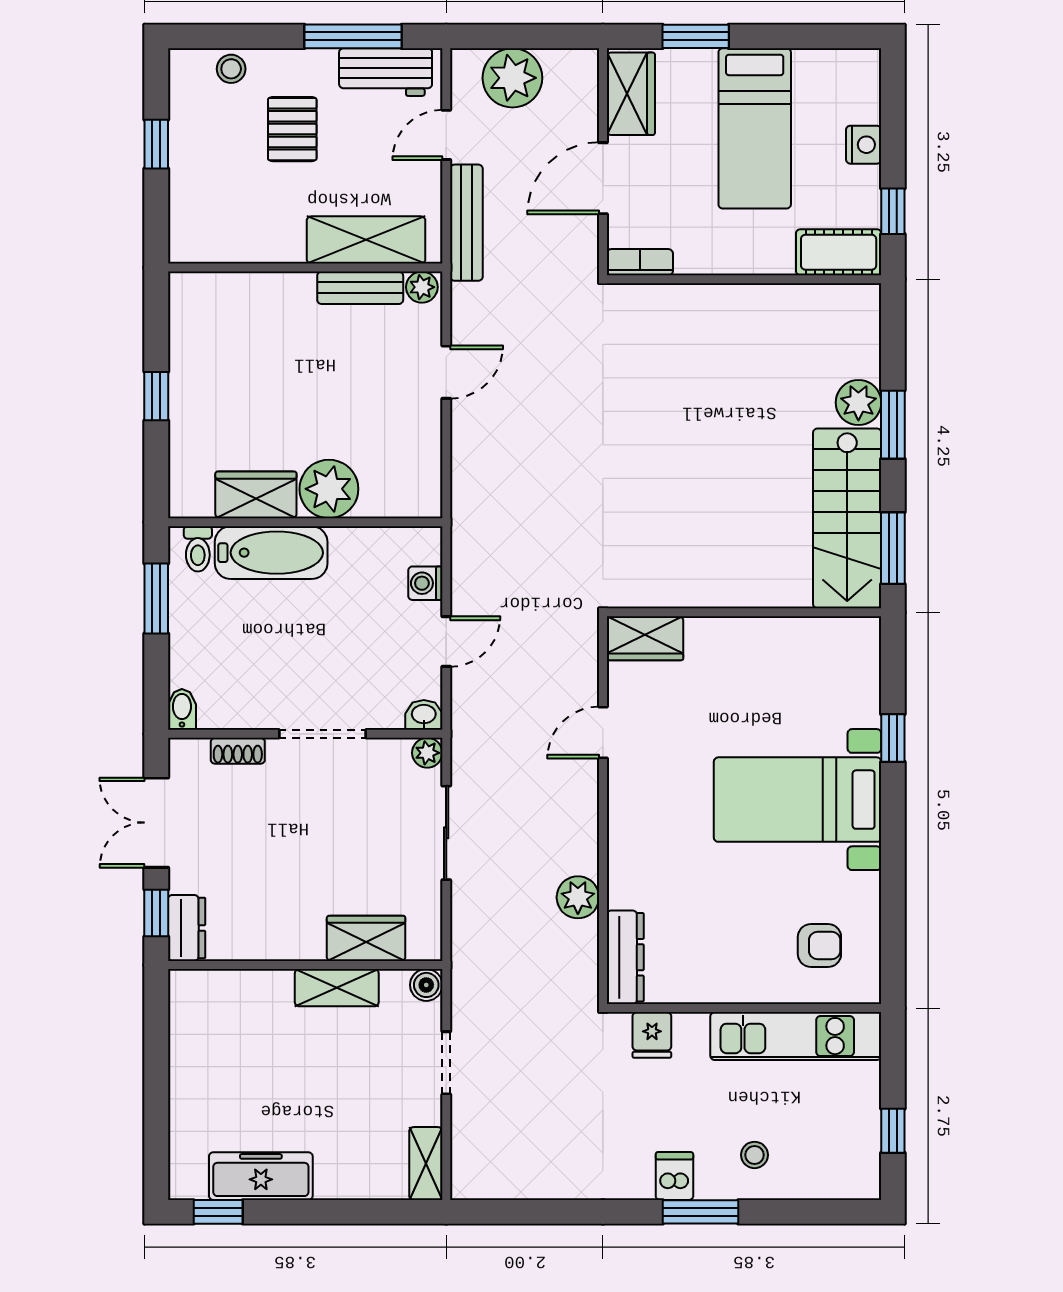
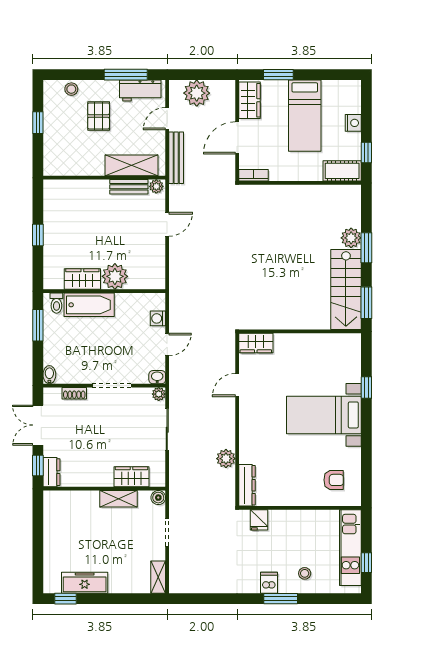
kitchen unit: (796, 1036) -> (350, 548), moved, turned 90

